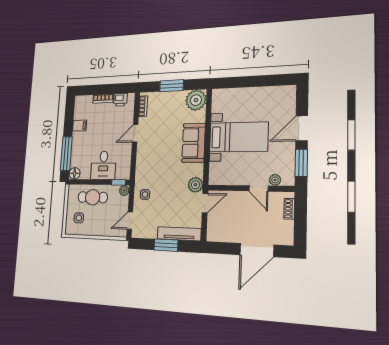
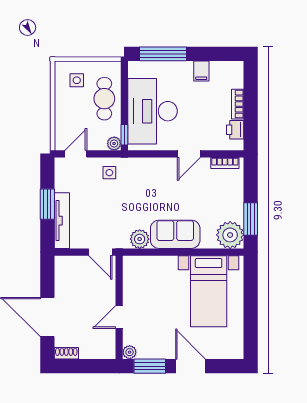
window: (171, 86) -> (251, 219), moved
door: (135, 133) -> (189, 154), swing flipped
bed with nightstands: (239, 137) -> (209, 291), moved
desk: (103, 165) -> (153, 111), width x1.87, depth x1.30
floor lamp: (75, 173) -> (136, 69), removed
plant: (275, 180) -> (130, 352), moved
plant: (195, 185) -> (140, 239), moved
shoe rack: (289, 209) -> (66, 353), moved
door: (130, 221) -> (76, 154), hinge flipped

